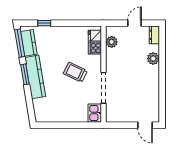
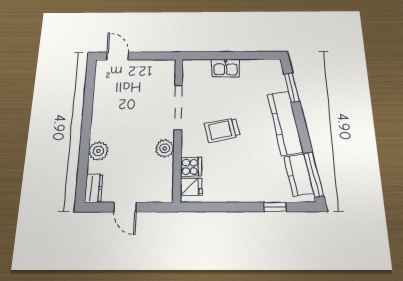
door: (135, 23) -> (125, 207), hinge flipped
plant: (112, 42) -> (165, 148), moved
trolley: (75, 72) -> (222, 130), turned 142
window: (25, 74) -> (292, 88), moved
kitchen sink: (95, 113) -> (226, 68), moved, turned 90

